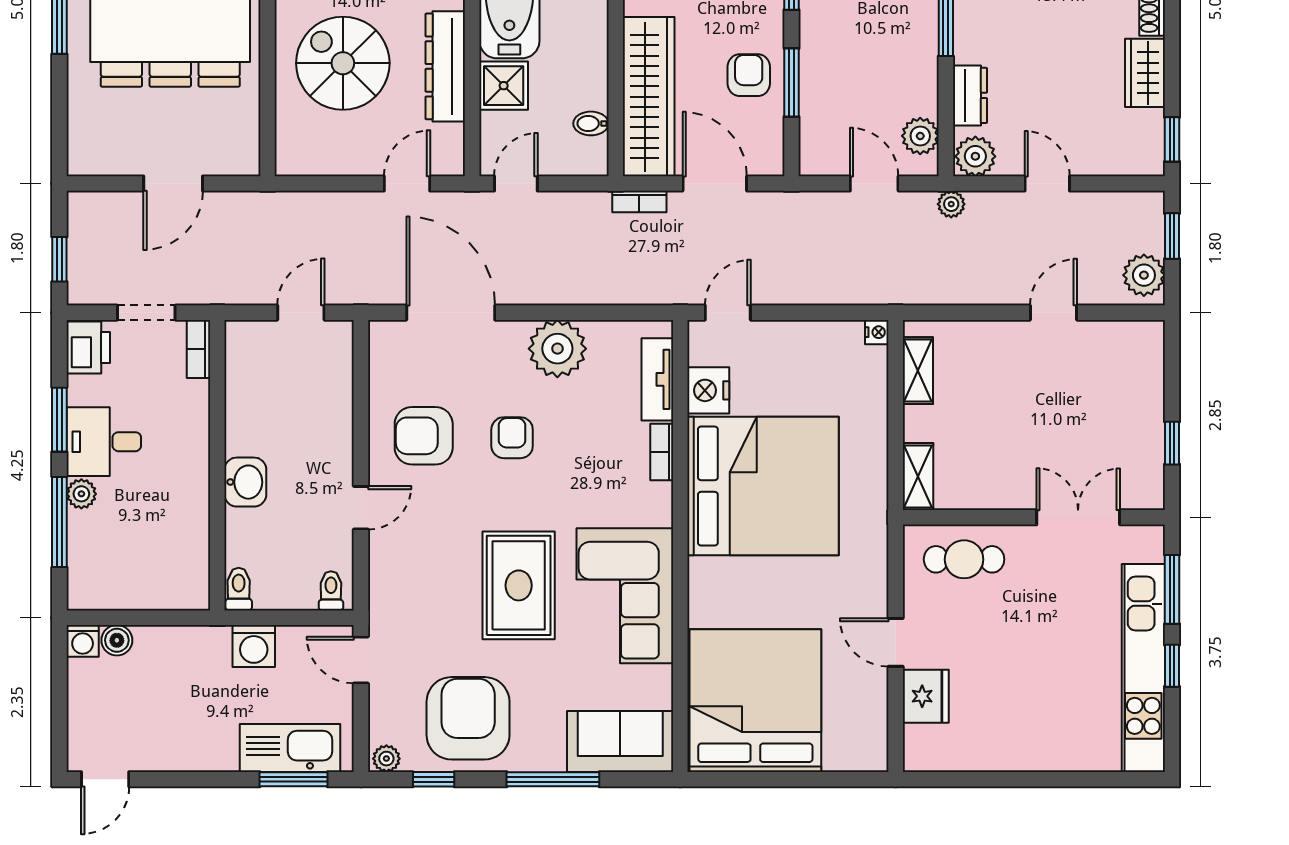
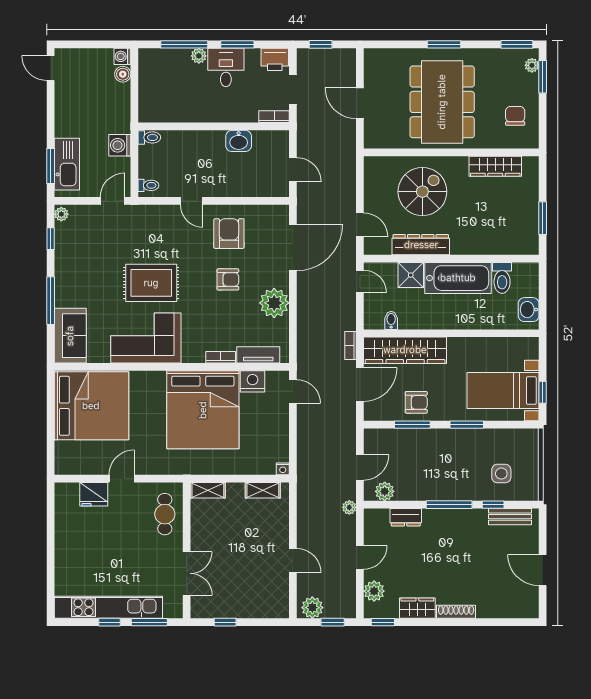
plant: (975, 156) -> (374, 591), moved
washbasin: (245, 482) -> (239, 141), moved
armchair: (468, 718) -> (82, 257), removed

